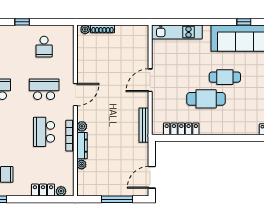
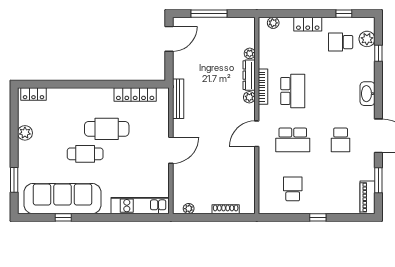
plant: (85, 29) -> (189, 209), moved
locker: (43, 190) -> (308, 24), moved

